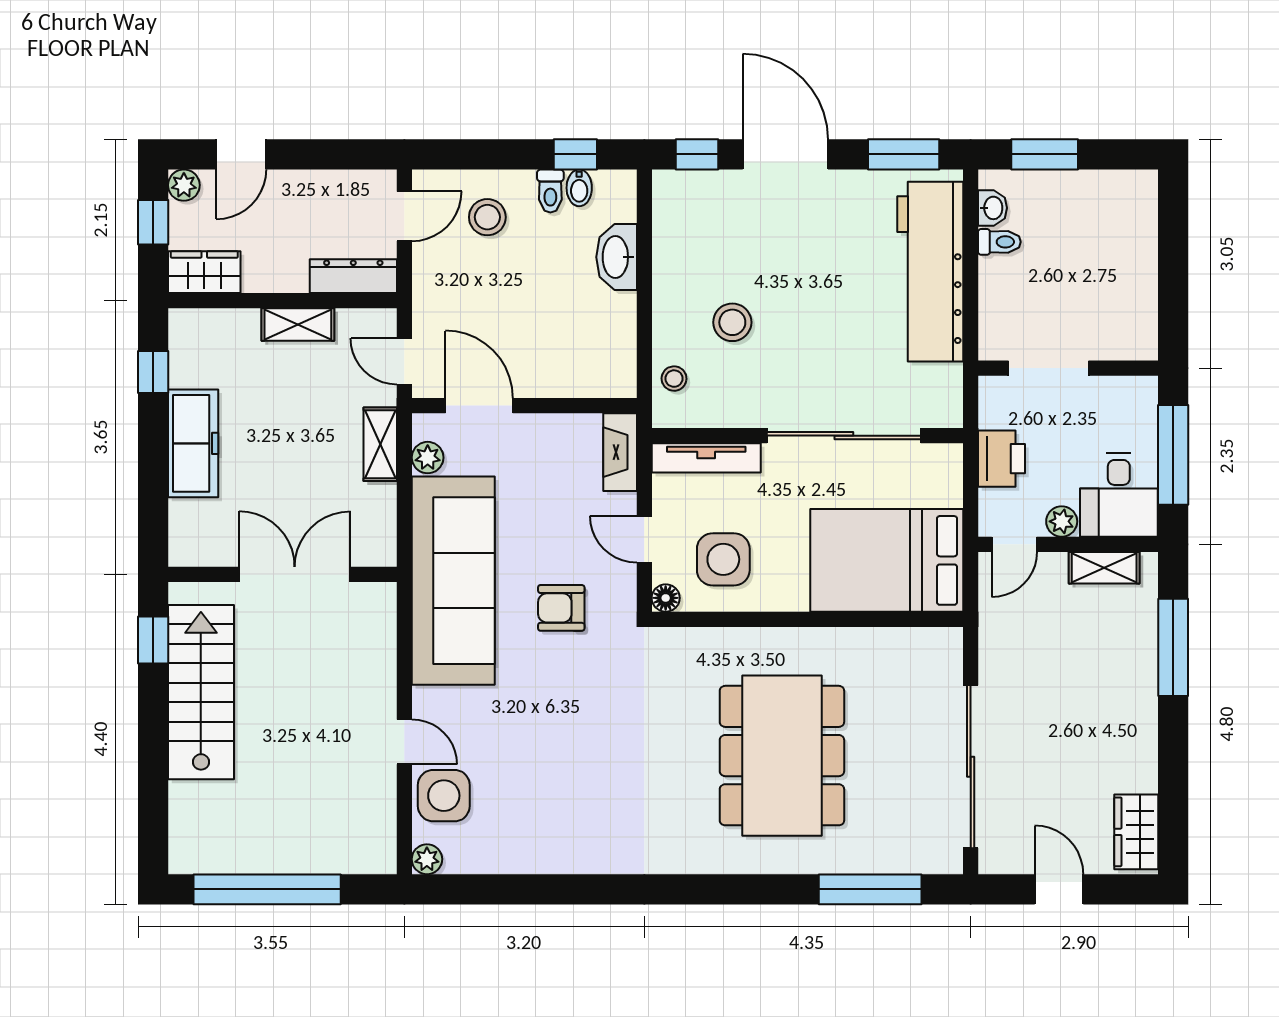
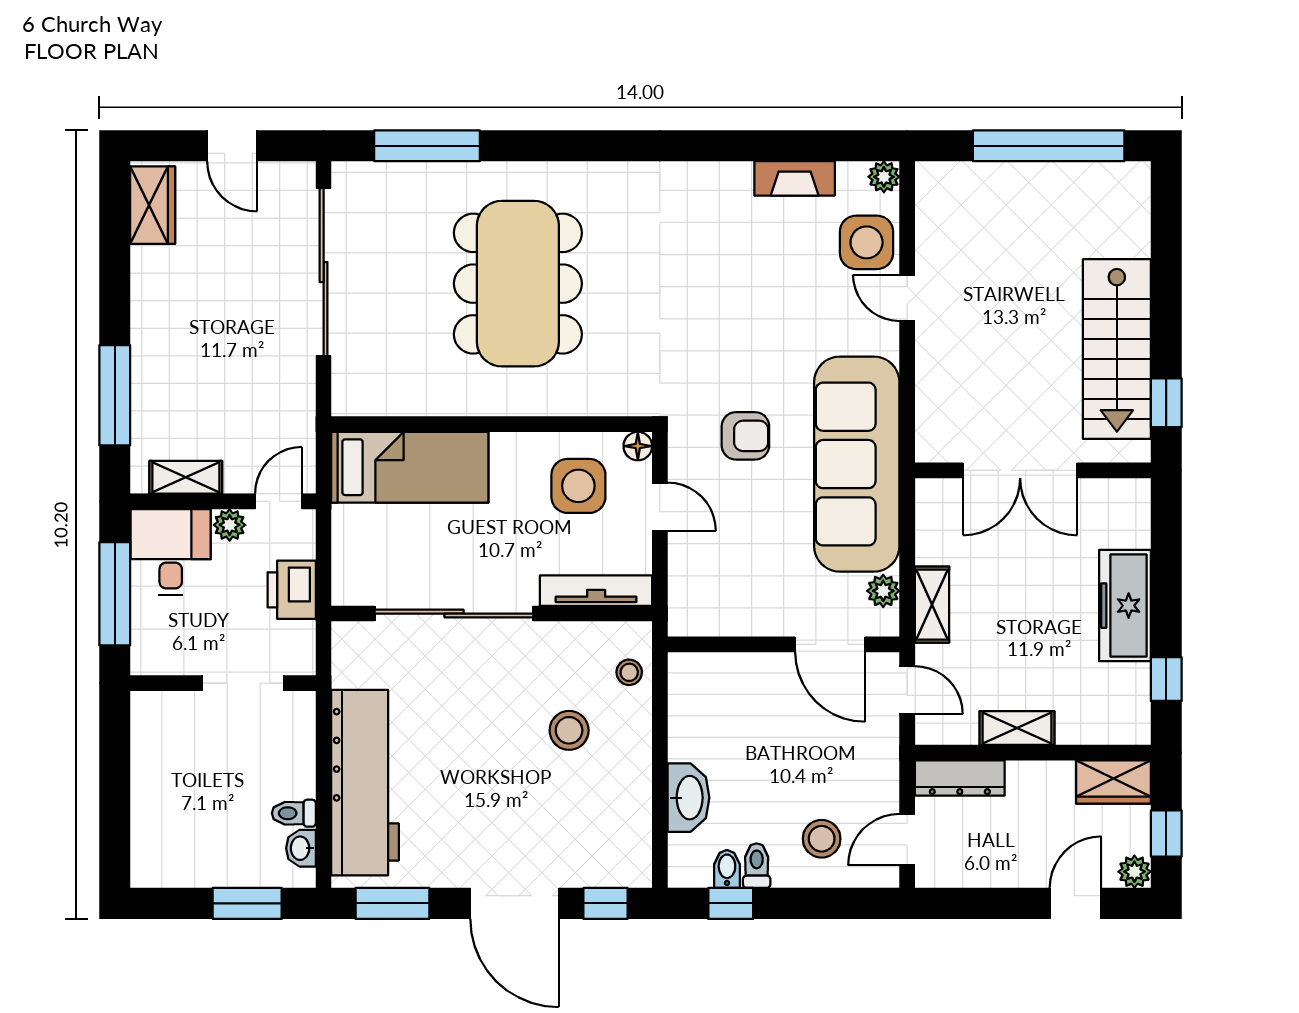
fireplace: (620, 452) -> (795, 178), moved, turned 90
bed: (887, 560) -> (410, 467), width x0.67

